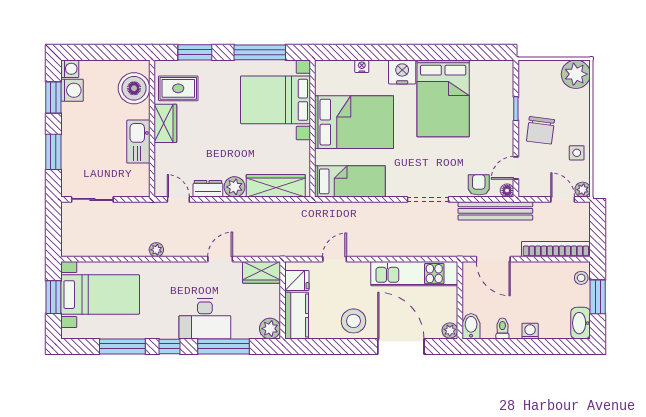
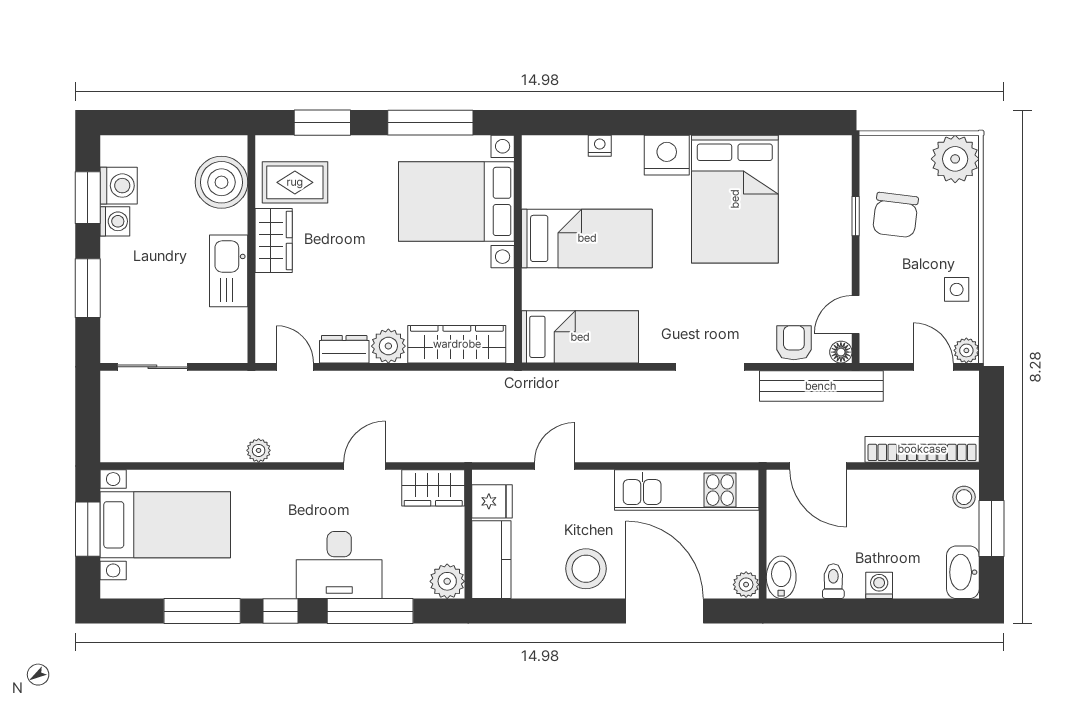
washing machine: (70, 69) -> (115, 221), moved
bed: (354, 122) -> (587, 238), width x0.67
chair: (540, 130) -> (895, 215), moved

